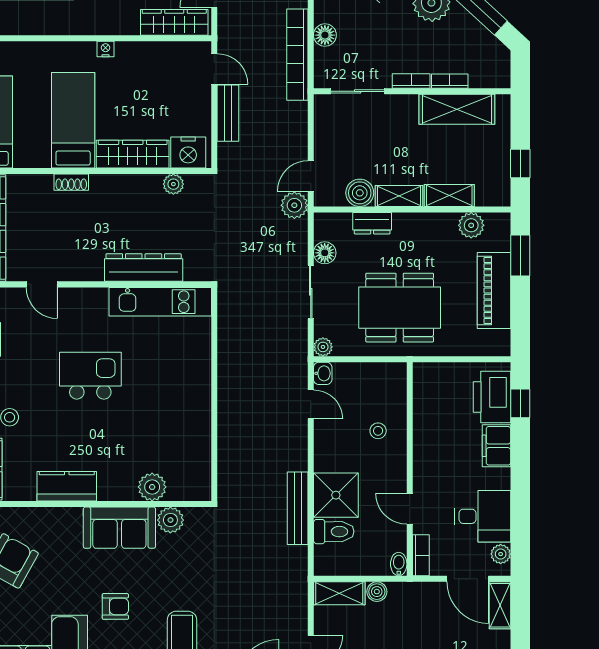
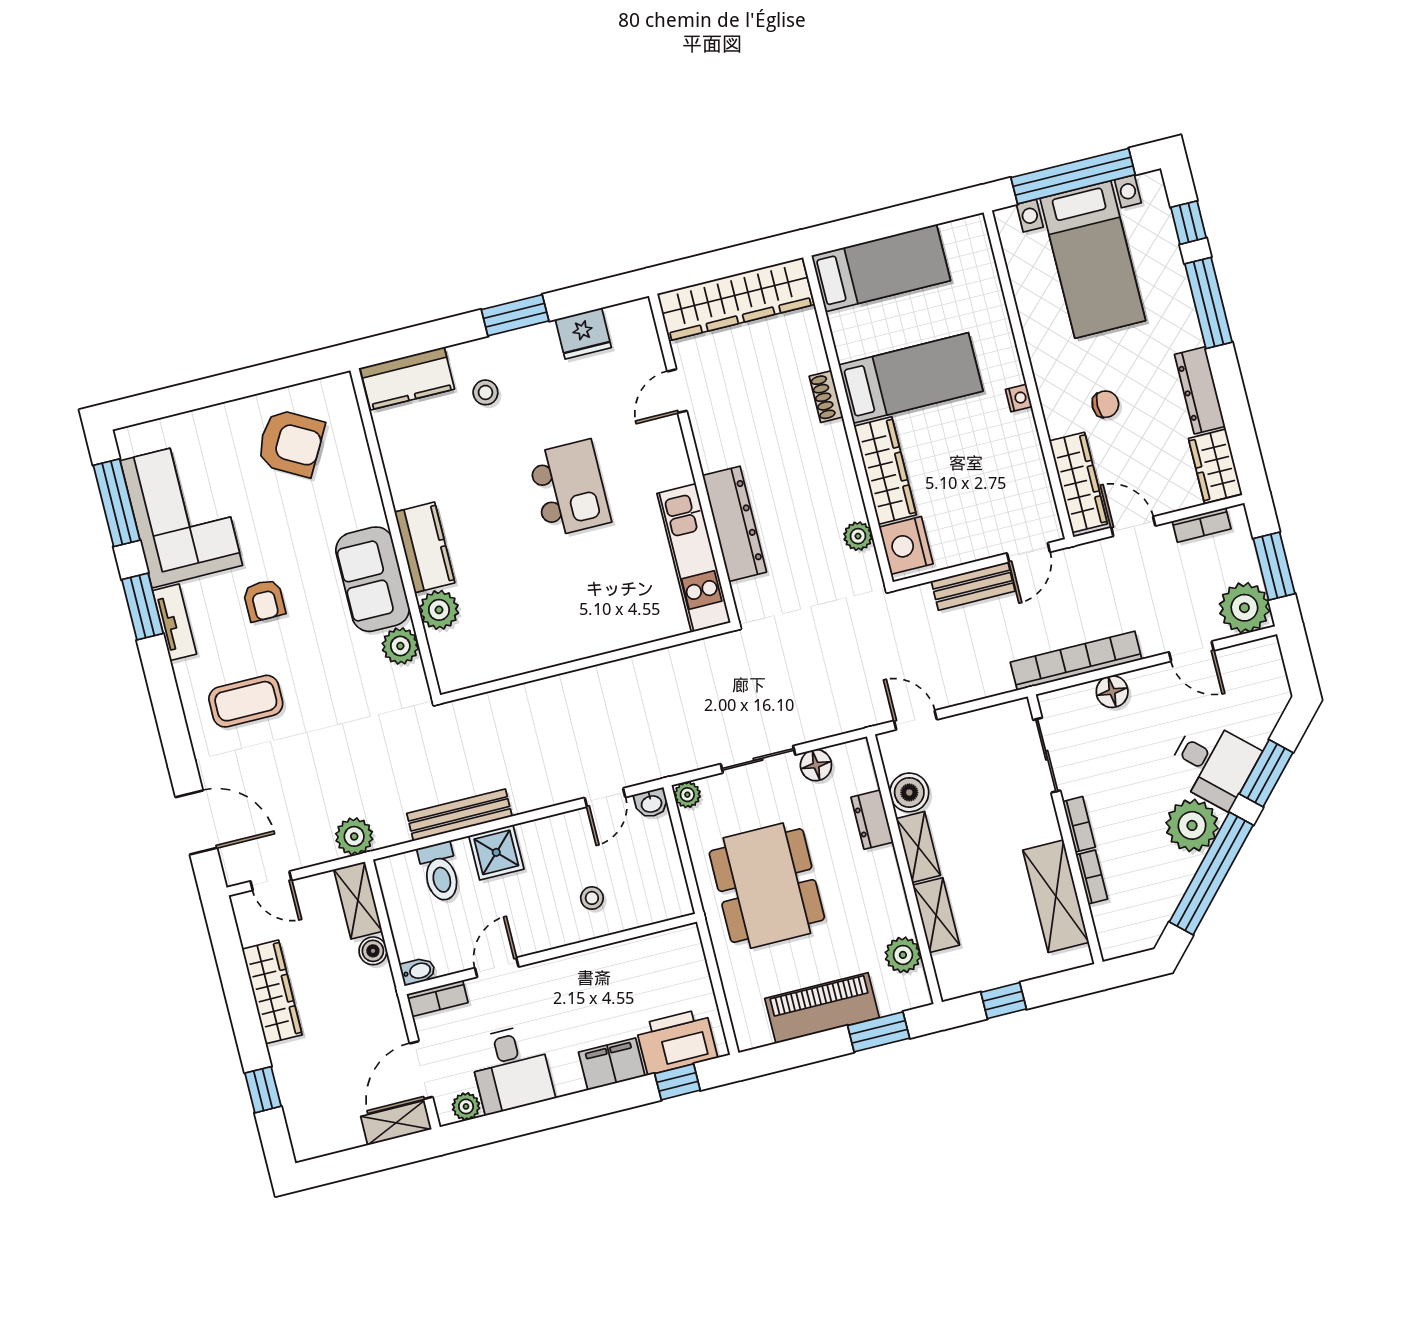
plant: (294, 205) -> (354, 836), moved
kitchen counter: (67, 486) -> (425, 547), moved
shower: (336, 495) -> (496, 852), width x0.73, depth x0.73

